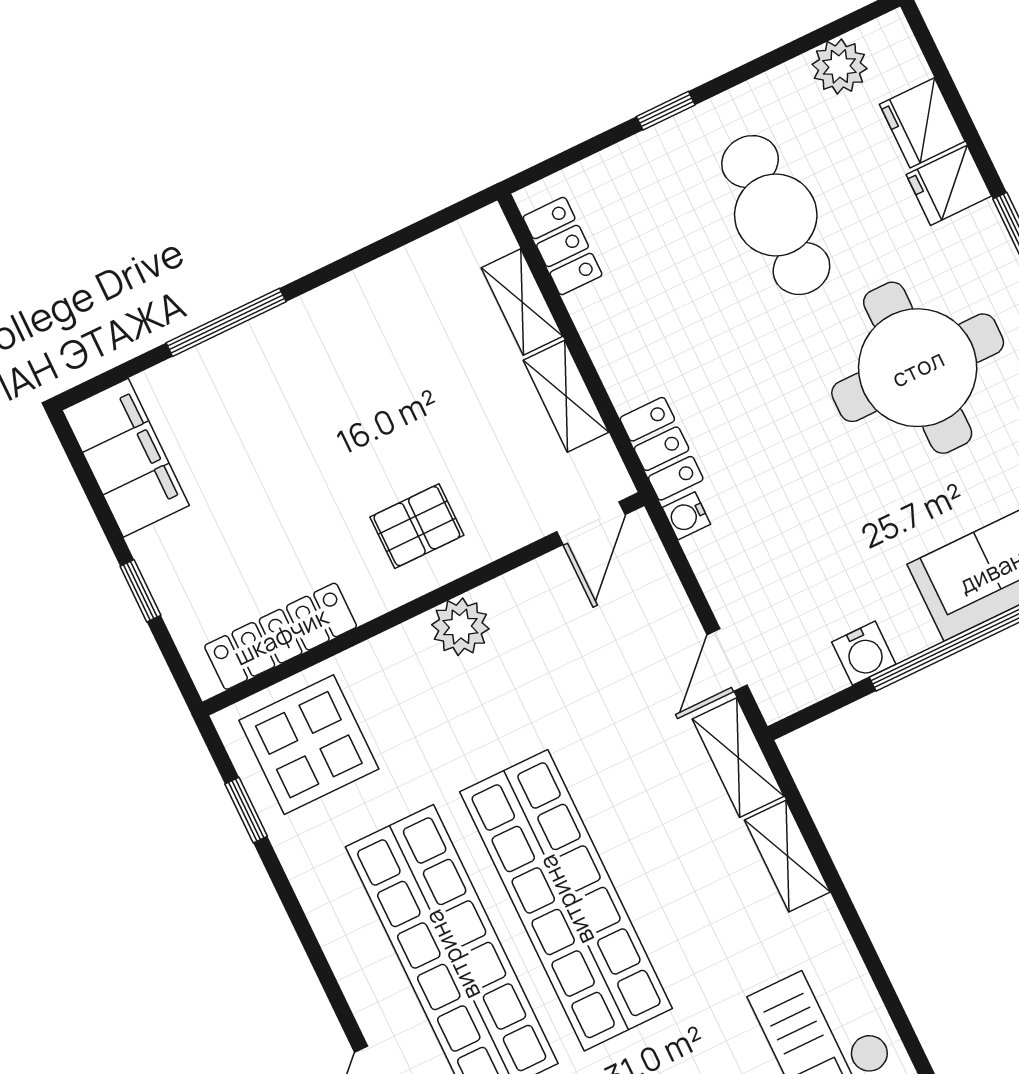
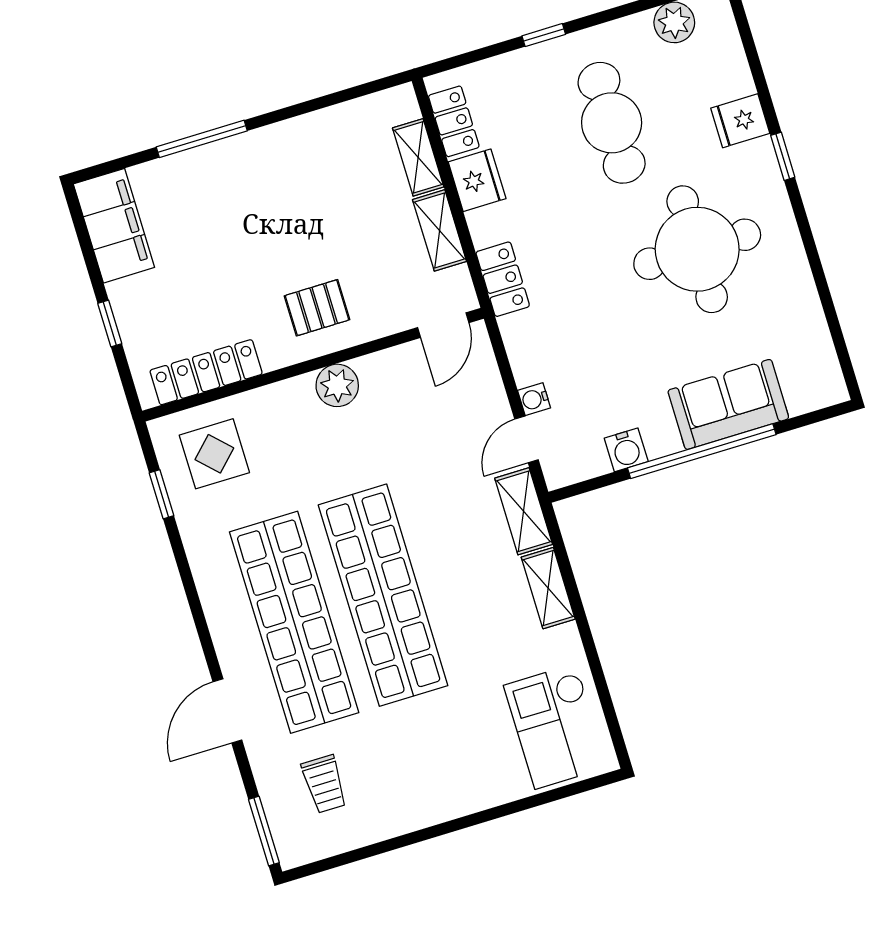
fridge: (922, 123) -> (477, 180), moved, turned 180
water cooler: (686, 516) -> (534, 399), moved
display table: (309, 745) -> (214, 454), width x0.73, depth x0.73

